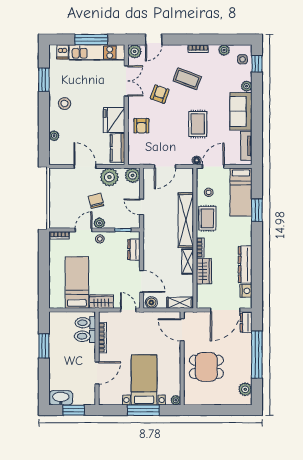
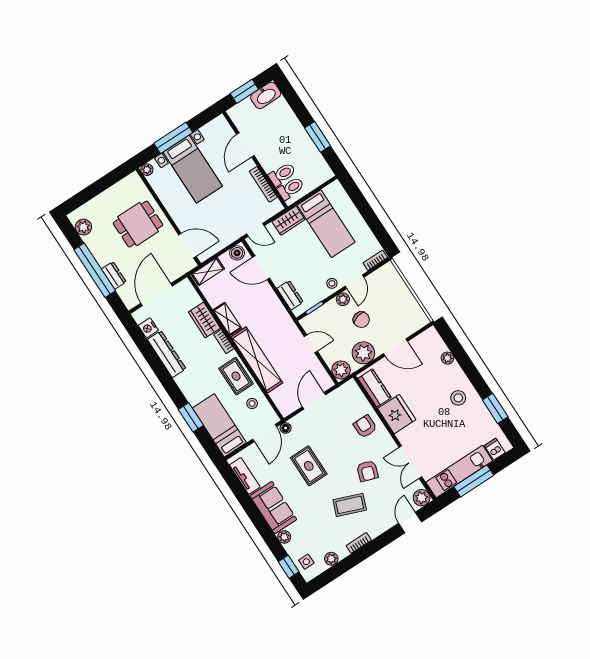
dresser: (246, 323) -> (114, 275), moved

